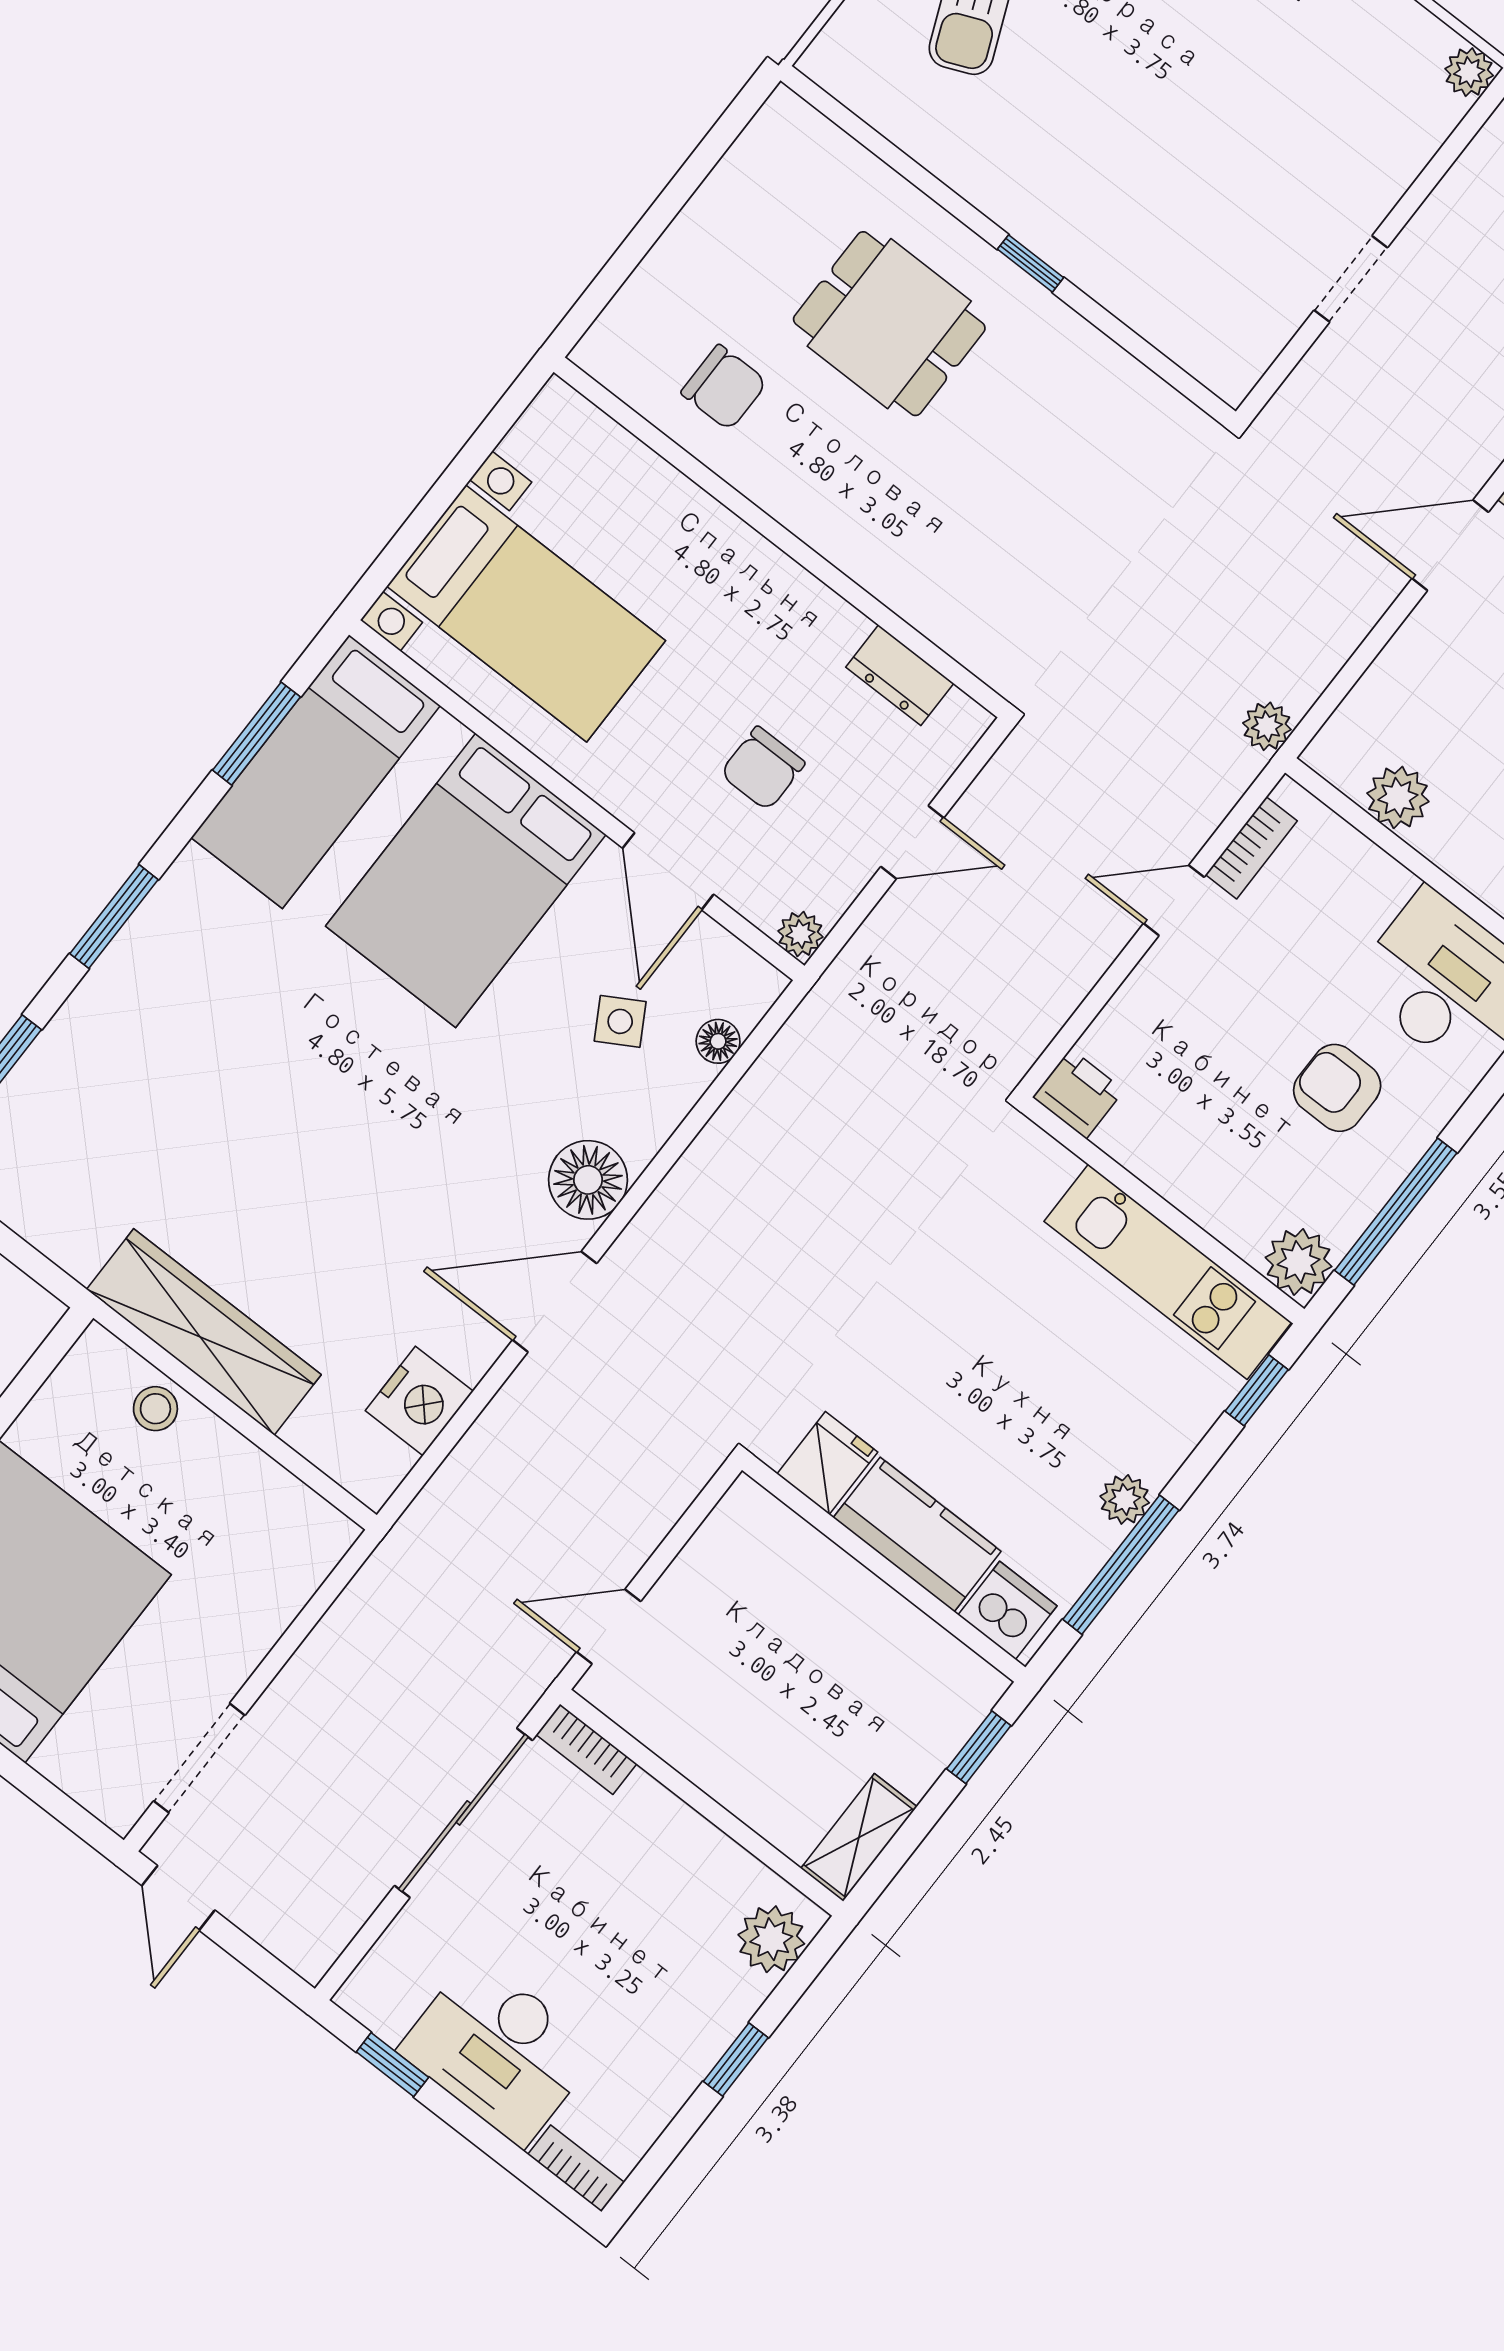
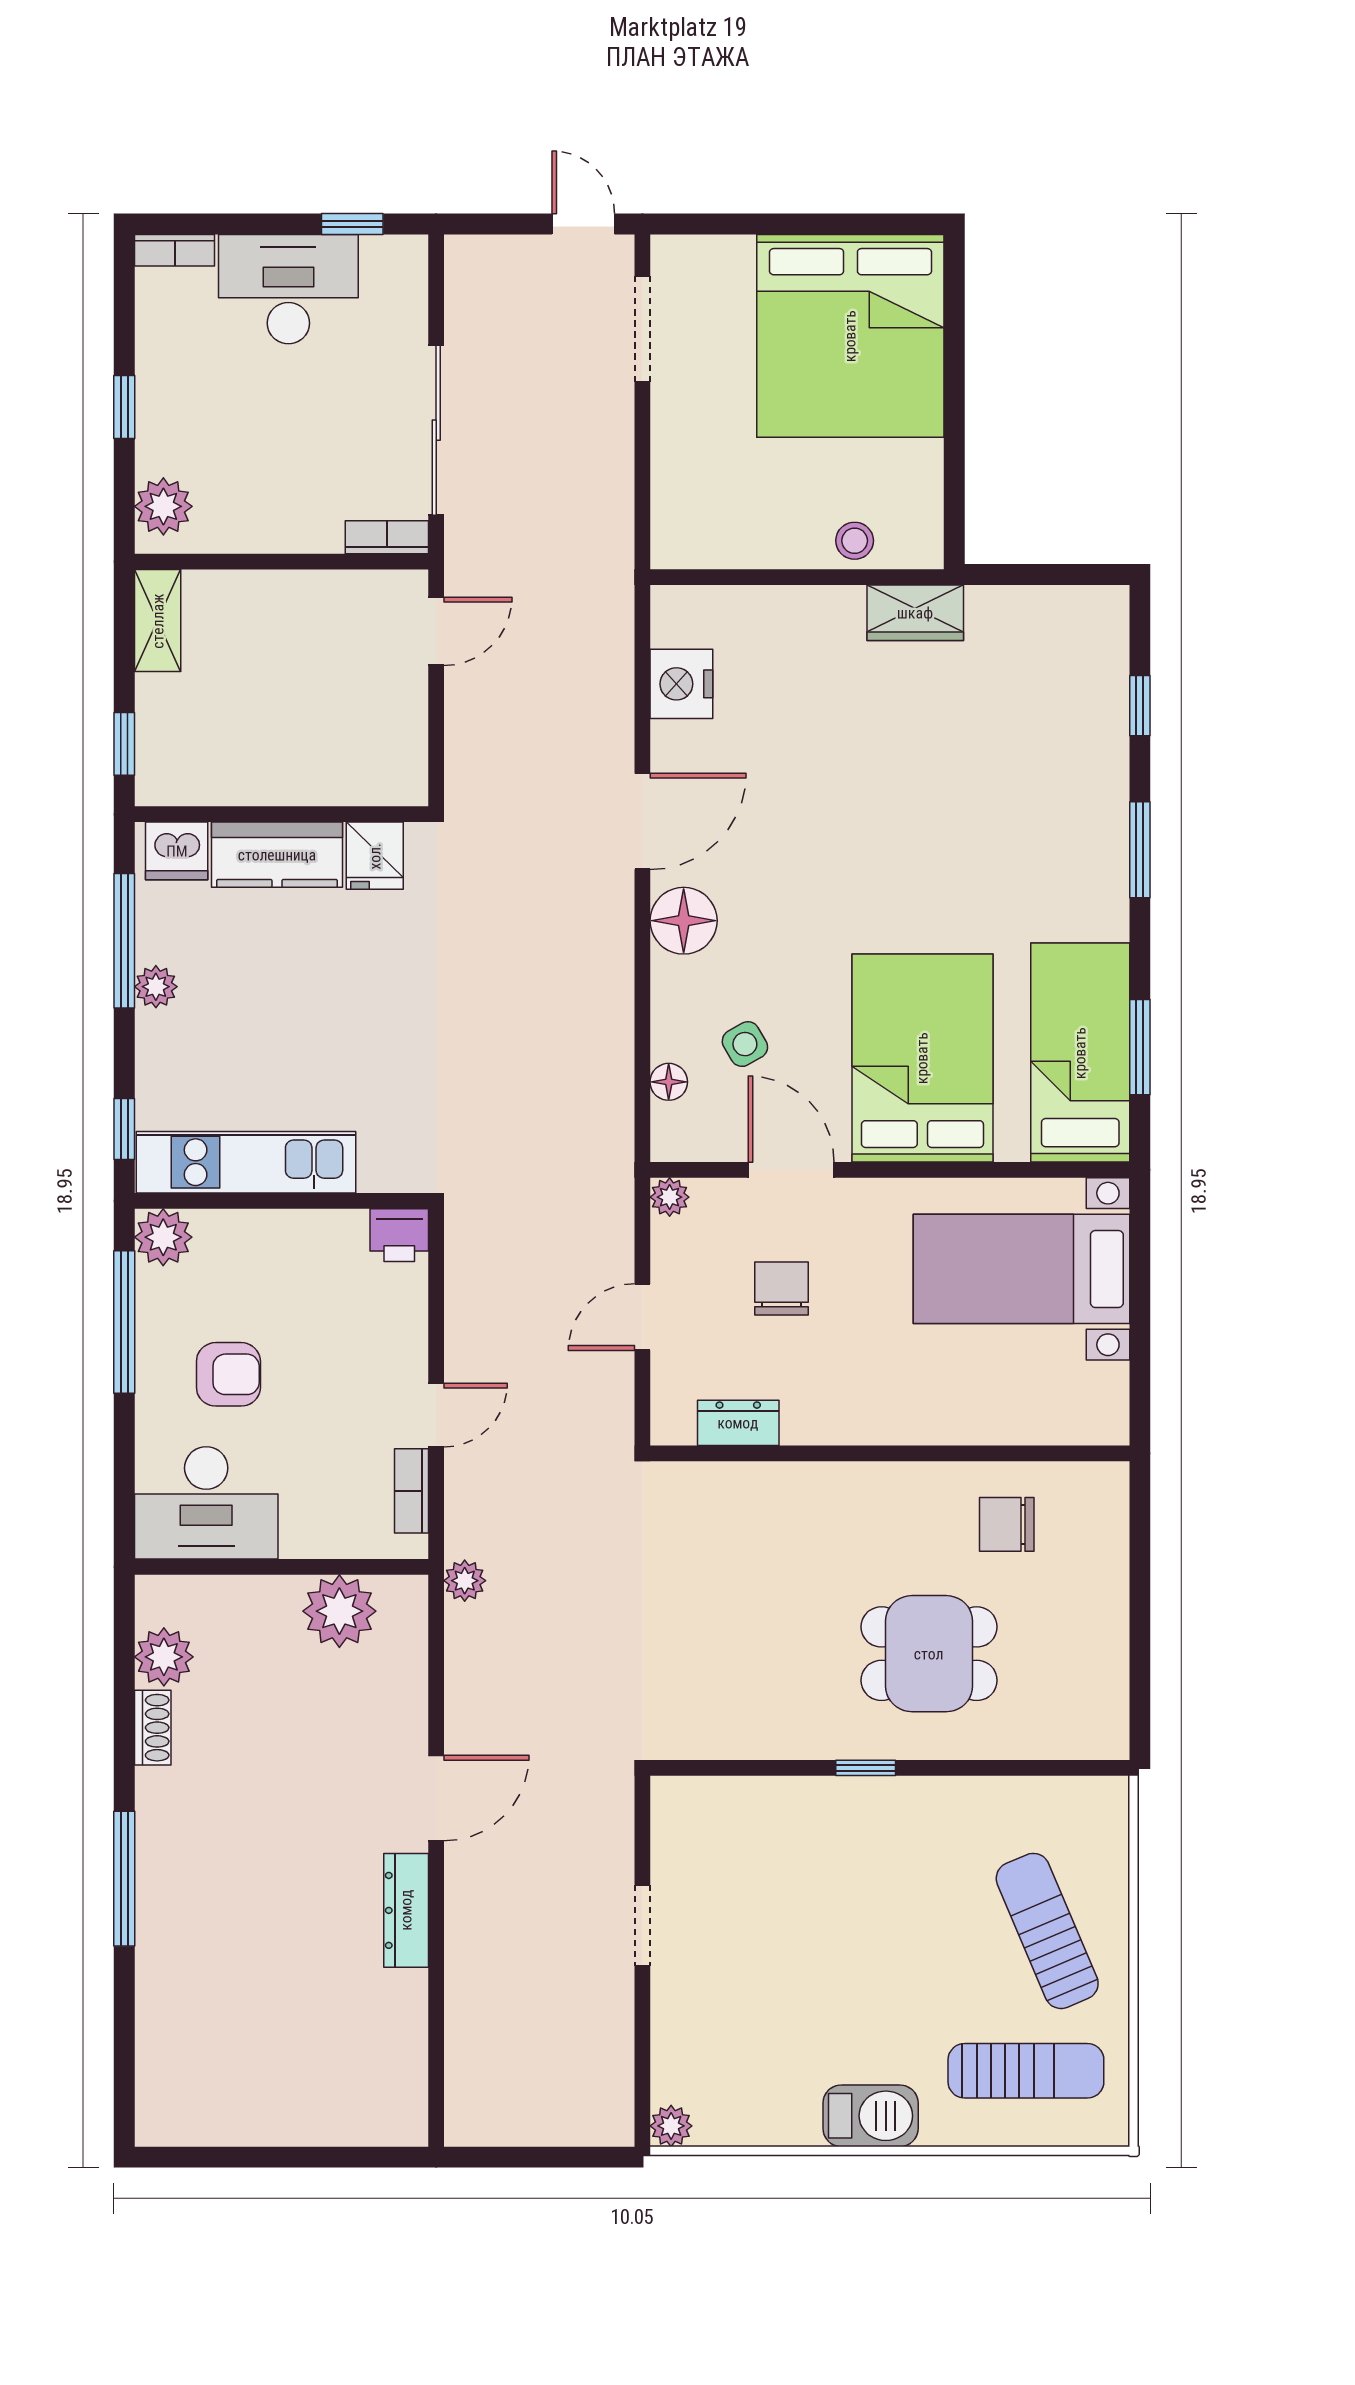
plant: (1398, 797) -> (339, 1611), width x1.36, depth x1.36
wardrobe: (204, 1332) -> (915, 613), width x0.48, depth x0.85

